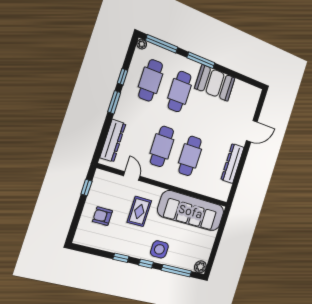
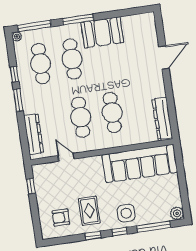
dresser: (232, 163) -> (162, 118), moved
rug: (139, 211) -> (89, 211), moved
armchair: (102, 216) -> (61, 218), moved

